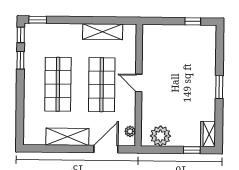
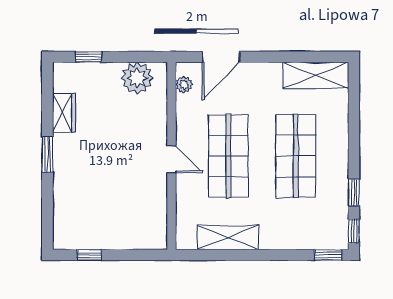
wardrobe: (208, 134) -> (64, 113), moved
shelving: (67, 137) -> (316, 75), moved

